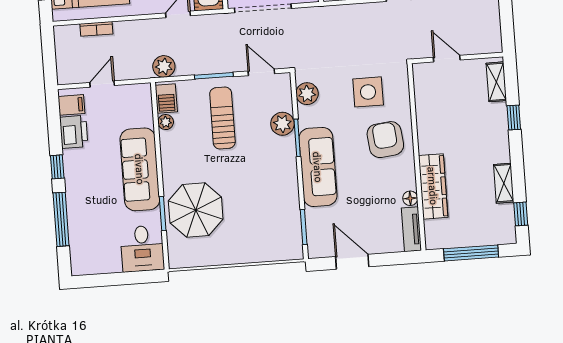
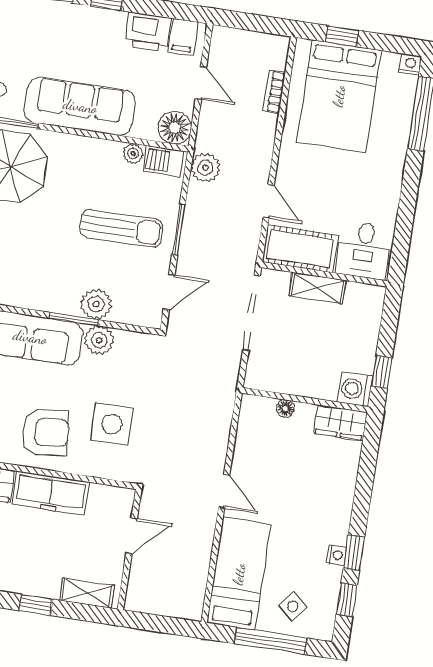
plant: (307, 94) -> (99, 340), moved
floor lamp: (140, 96) -> (175, 128), added
freezer: (429, 125) -> (51, 493), added

